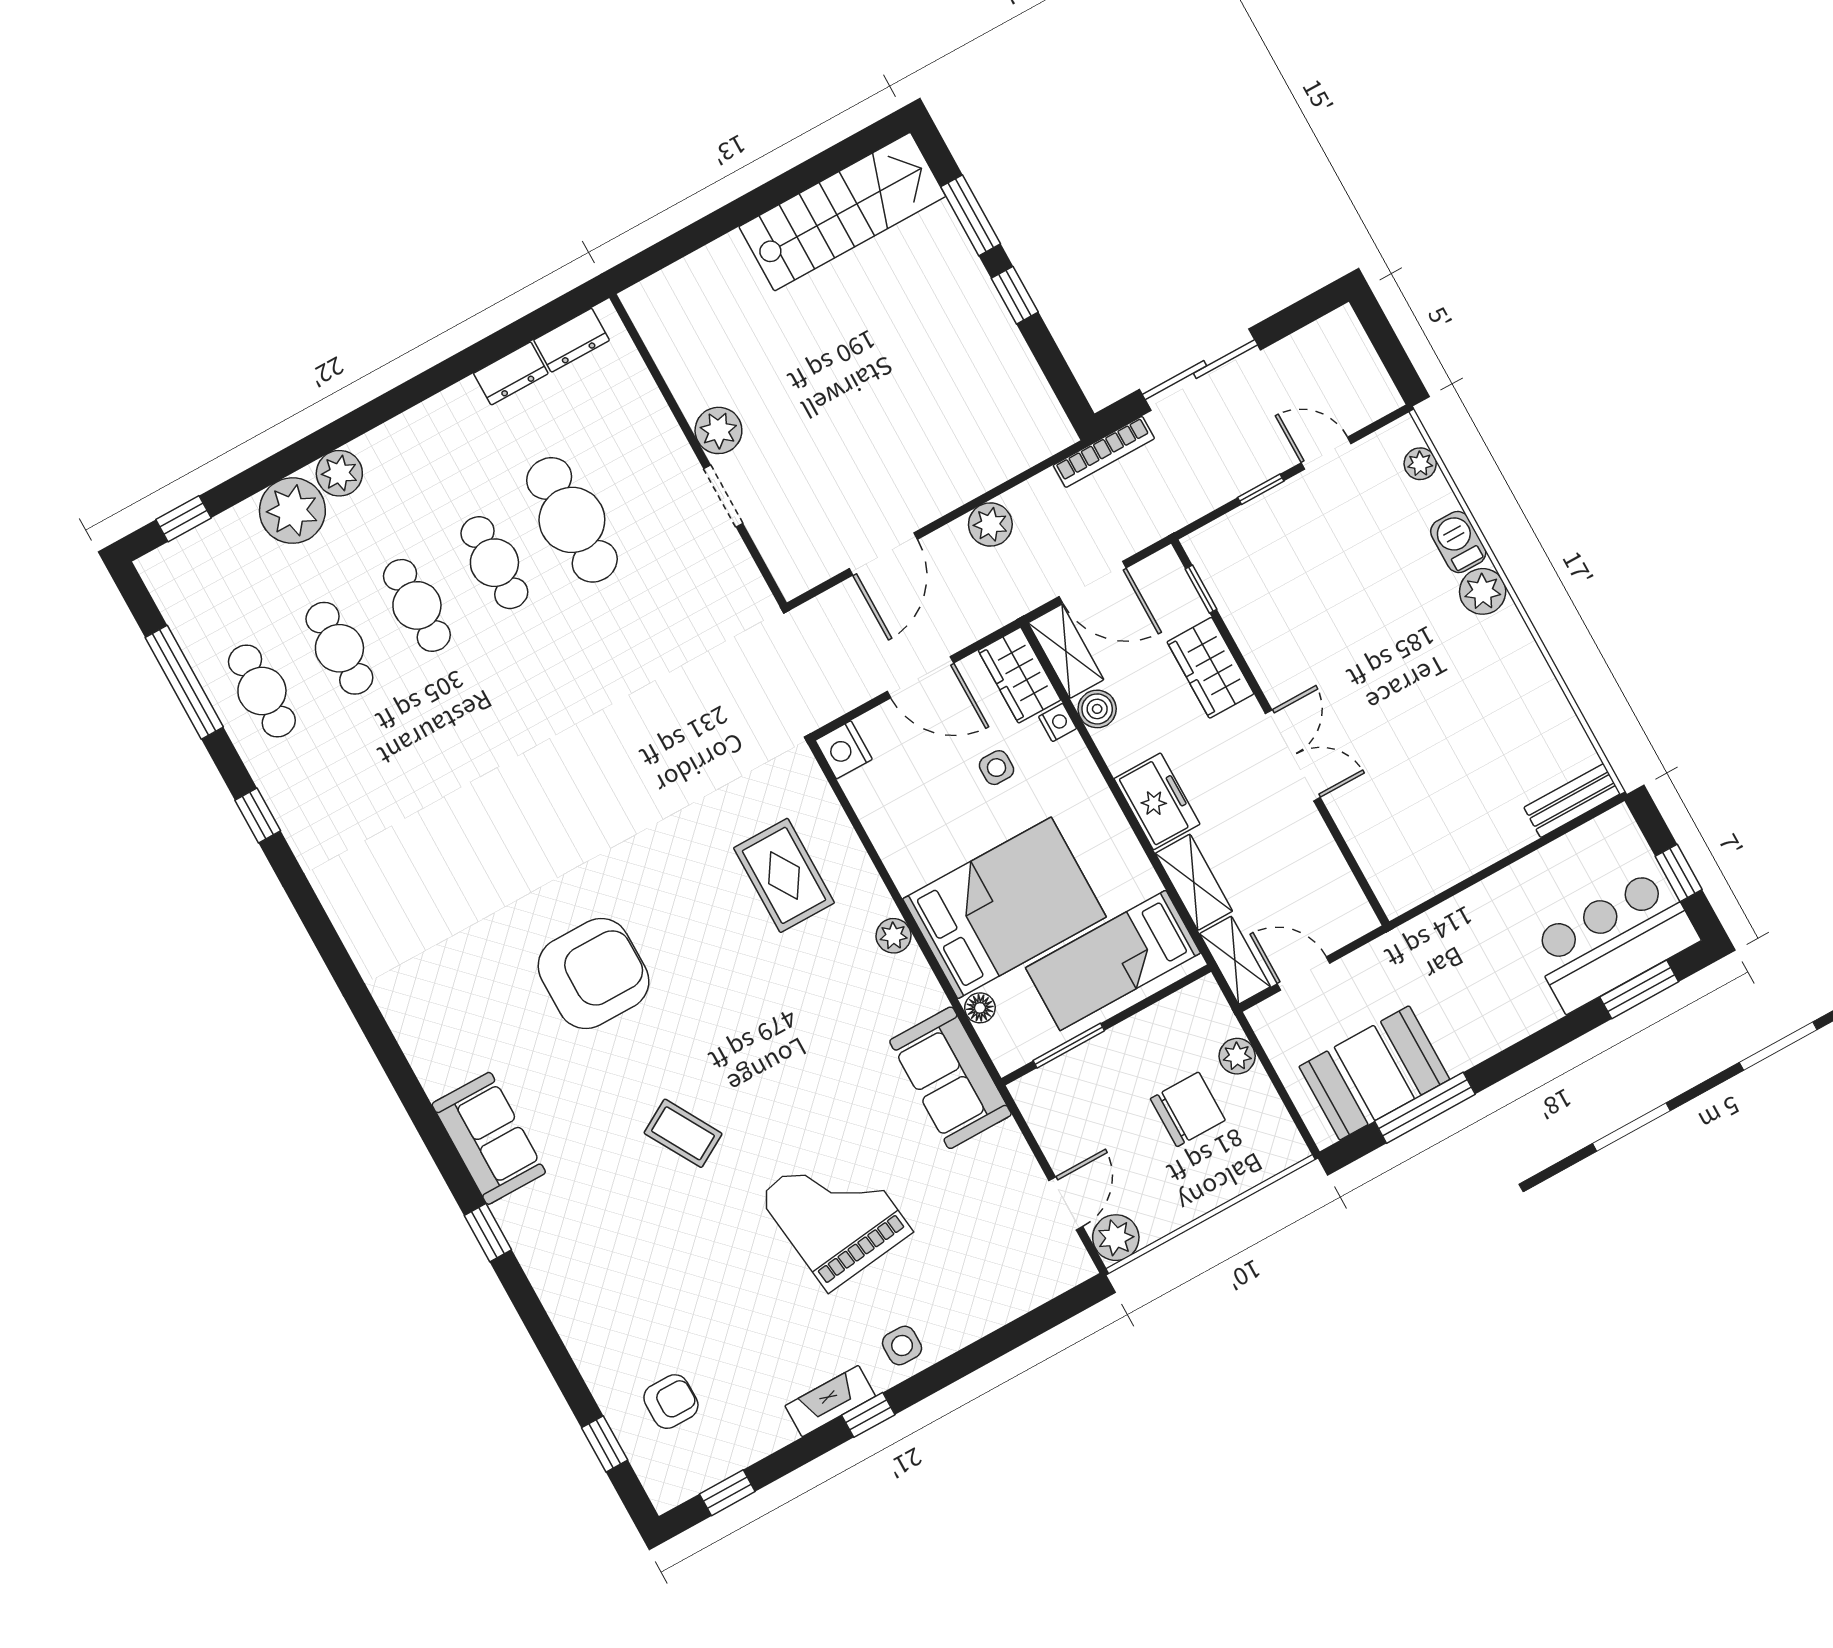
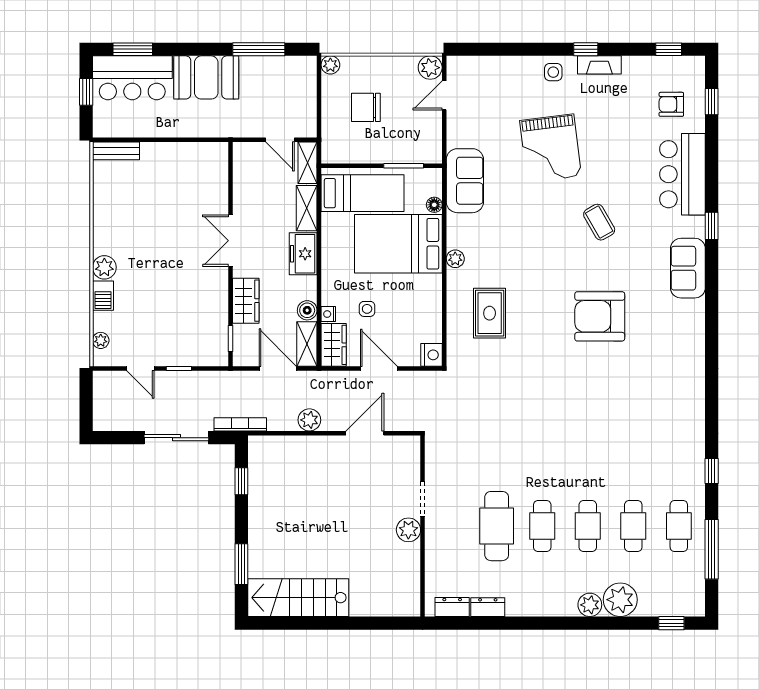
window: (1015, 295) -> (241, 481), moved
plant: (1237, 1056) -> (330, 65), moved
booth: (1374, 1073) -> (206, 77), moved
bar counter: (586, 1293) -> (683, 174), added

